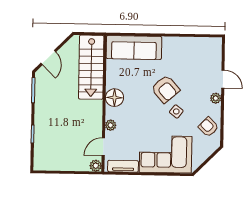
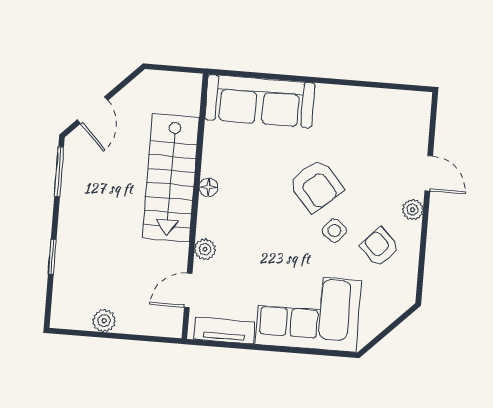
stairs: (91, 67) -> (171, 178), moved
floor lamp: (115, 98) -> (208, 187), width x0.53, depth x0.53
armchair: (208, 127) -> (380, 247), moved
plant: (96, 166) -> (104, 321), moved

